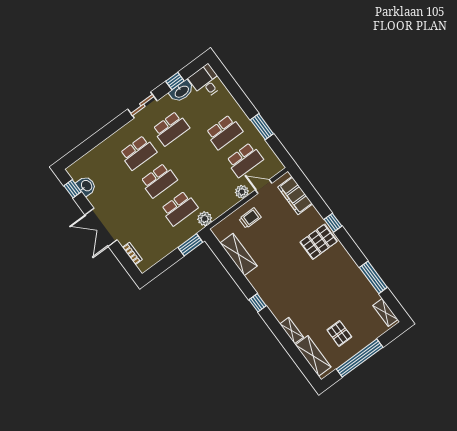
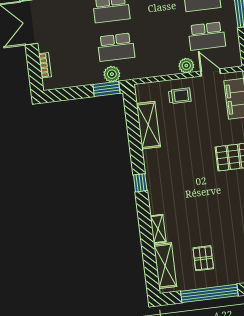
plant: (205, 219) -> (112, 74), moved

